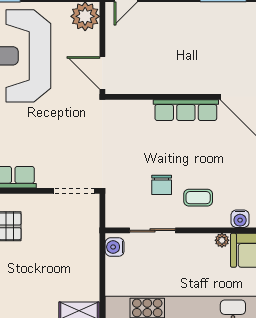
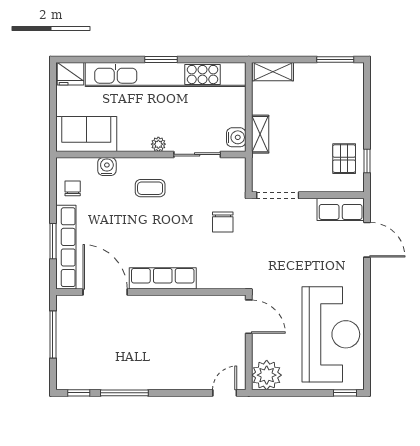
chair: (162, 185) -> (223, 222), moved, turned 180
plant: (222, 240) -> (158, 144), moved
shelving: (91, 250) -> (260, 134), added

